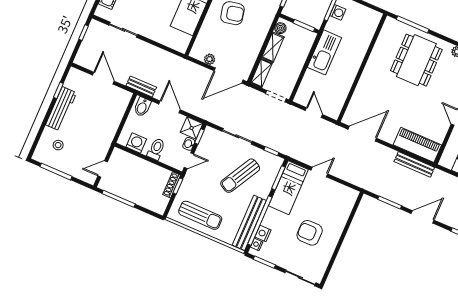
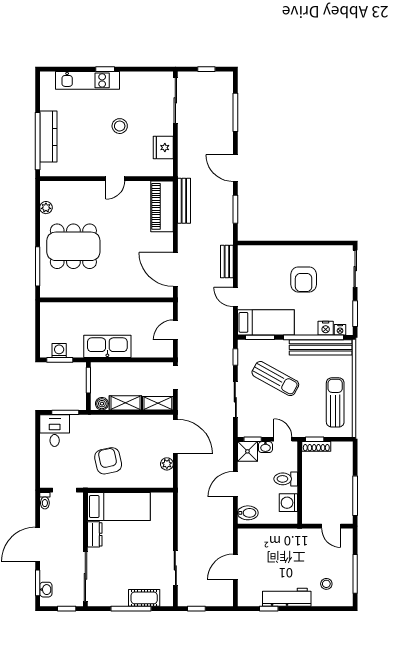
bench: (141, 86) -> (227, 262), moved

